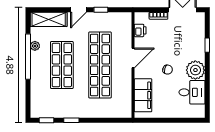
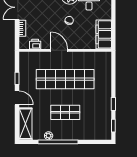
shop shelf: (62, 65) -> (65, 112), width x0.70, depth x0.74
filing cabinet: (143, 95) -> (104, 34), moved, turned -90

